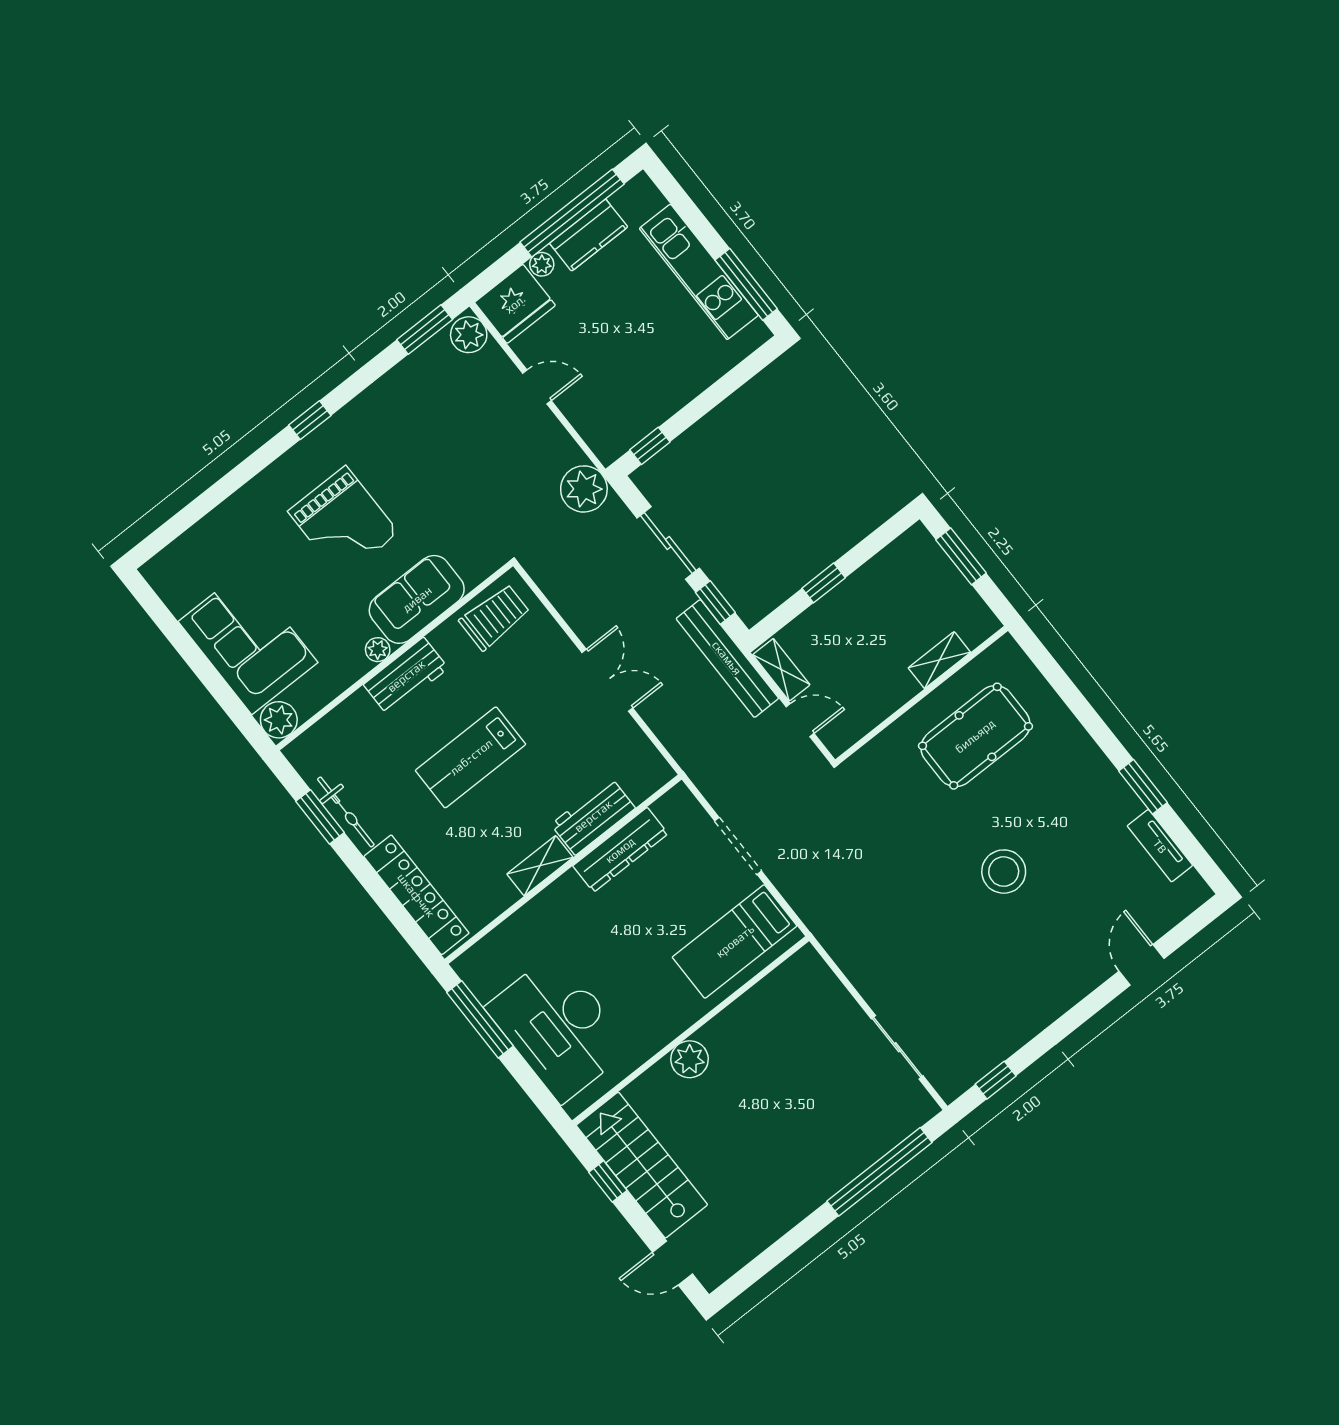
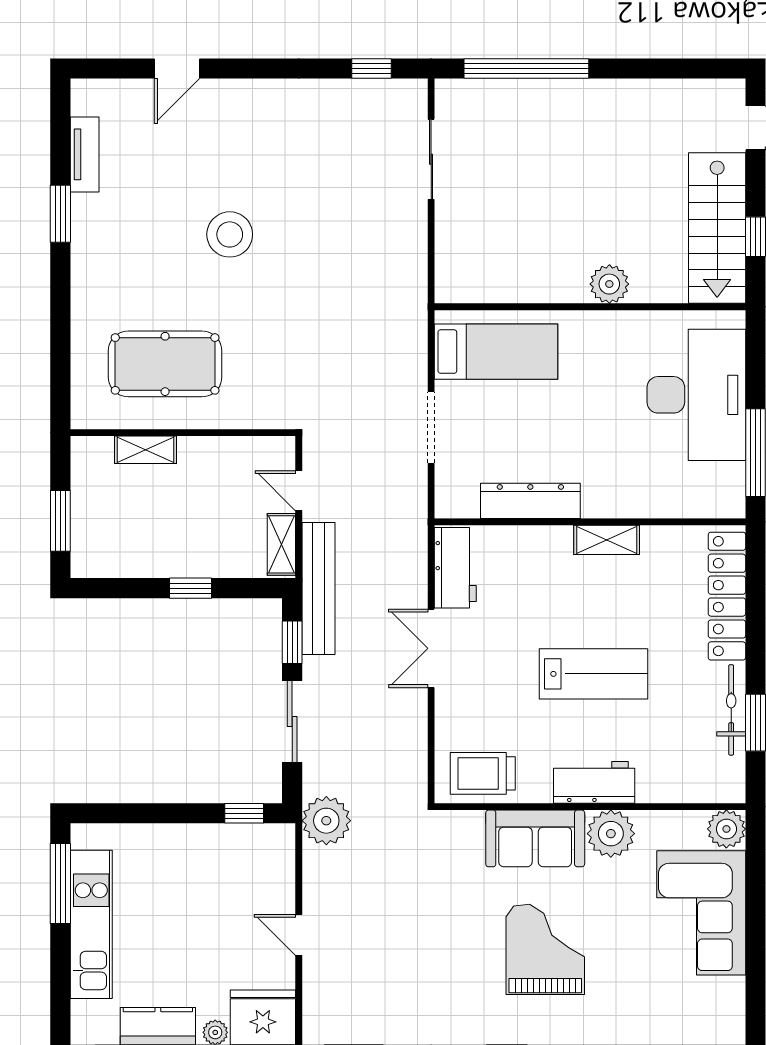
plant: (469, 335) -> (321, 1022), removed
plant: (378, 650) -> (611, 834), width x1.88, depth x1.88
workbench: (593, 816) -> (455, 568), moved, turned -90

